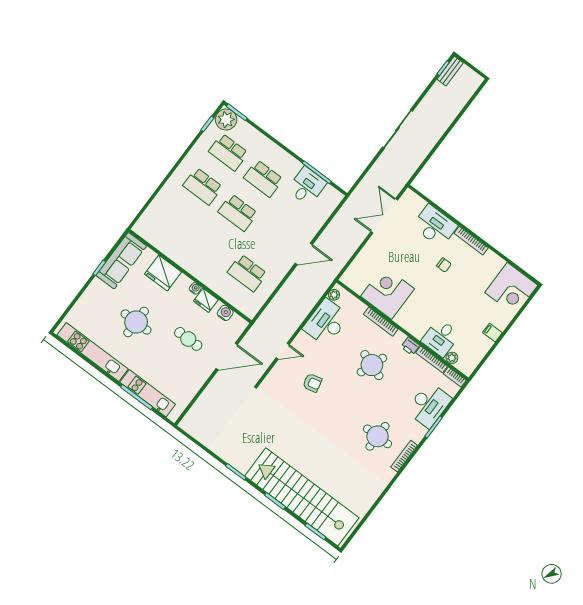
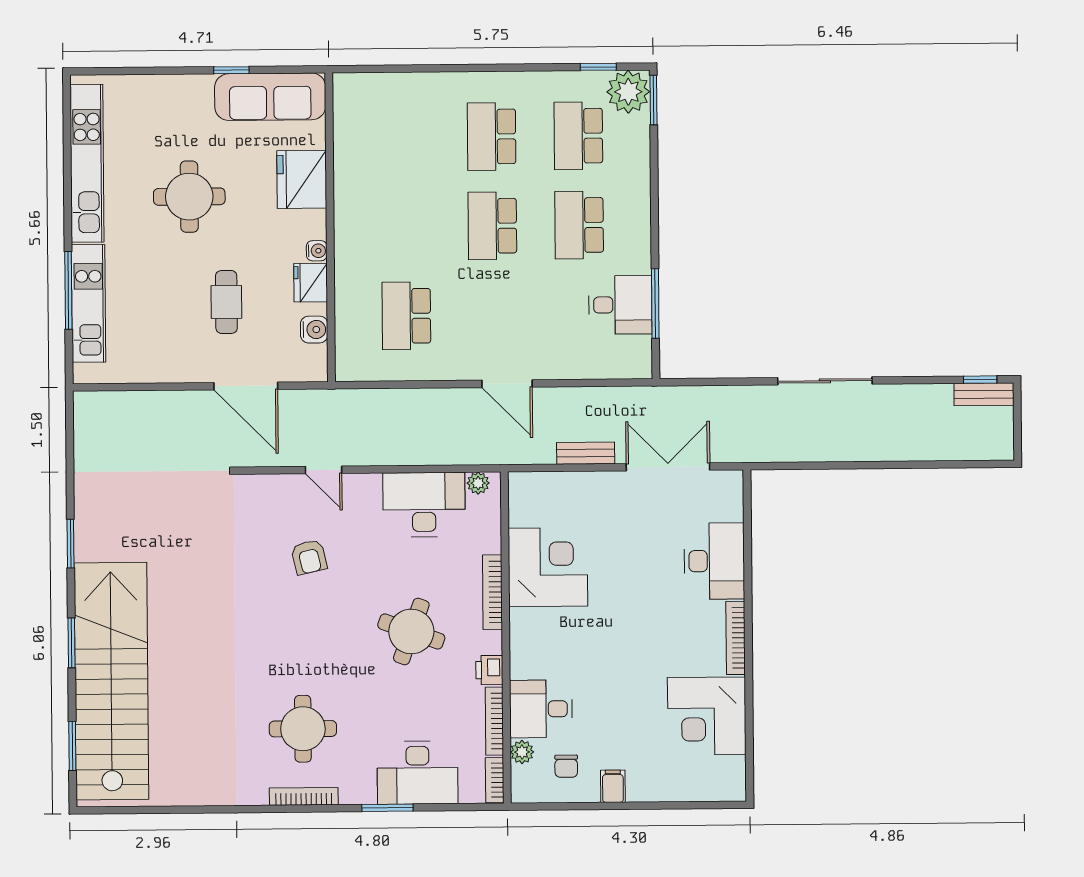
bench: (354, 244) -> (586, 453), added
chair: (444, 265) -> (566, 766), moved
corner desk: (511, 289) -> (707, 716), moved

